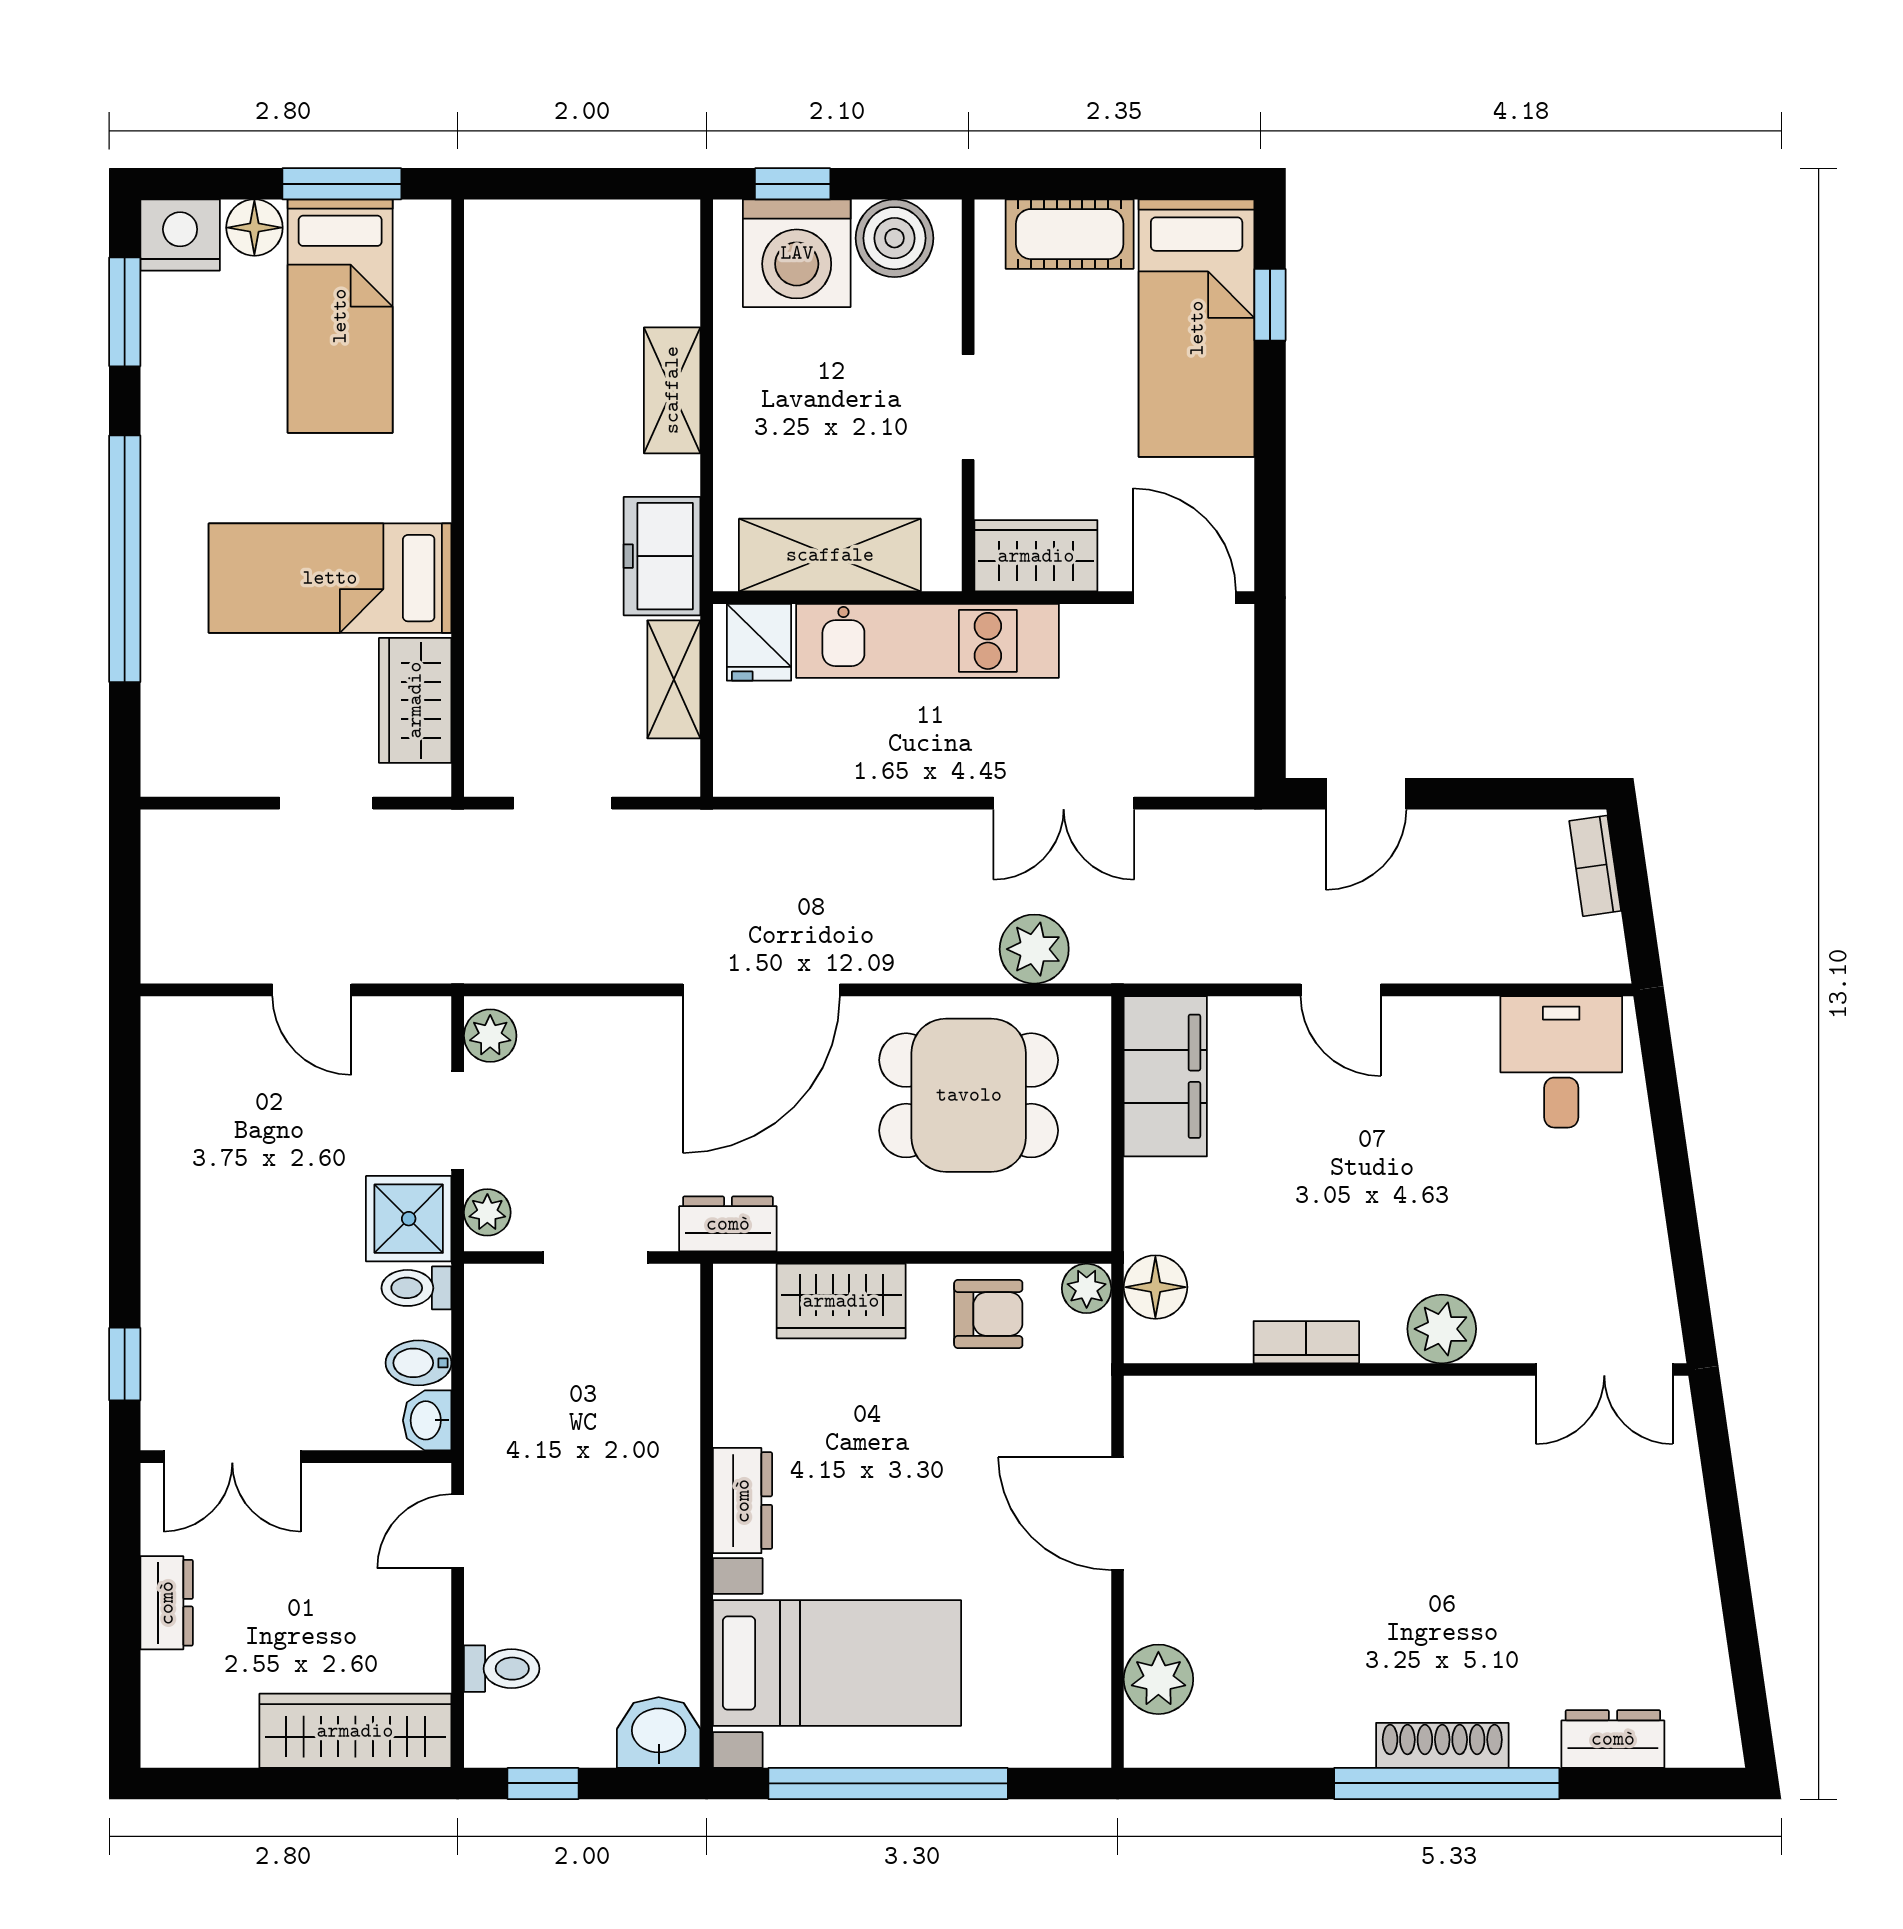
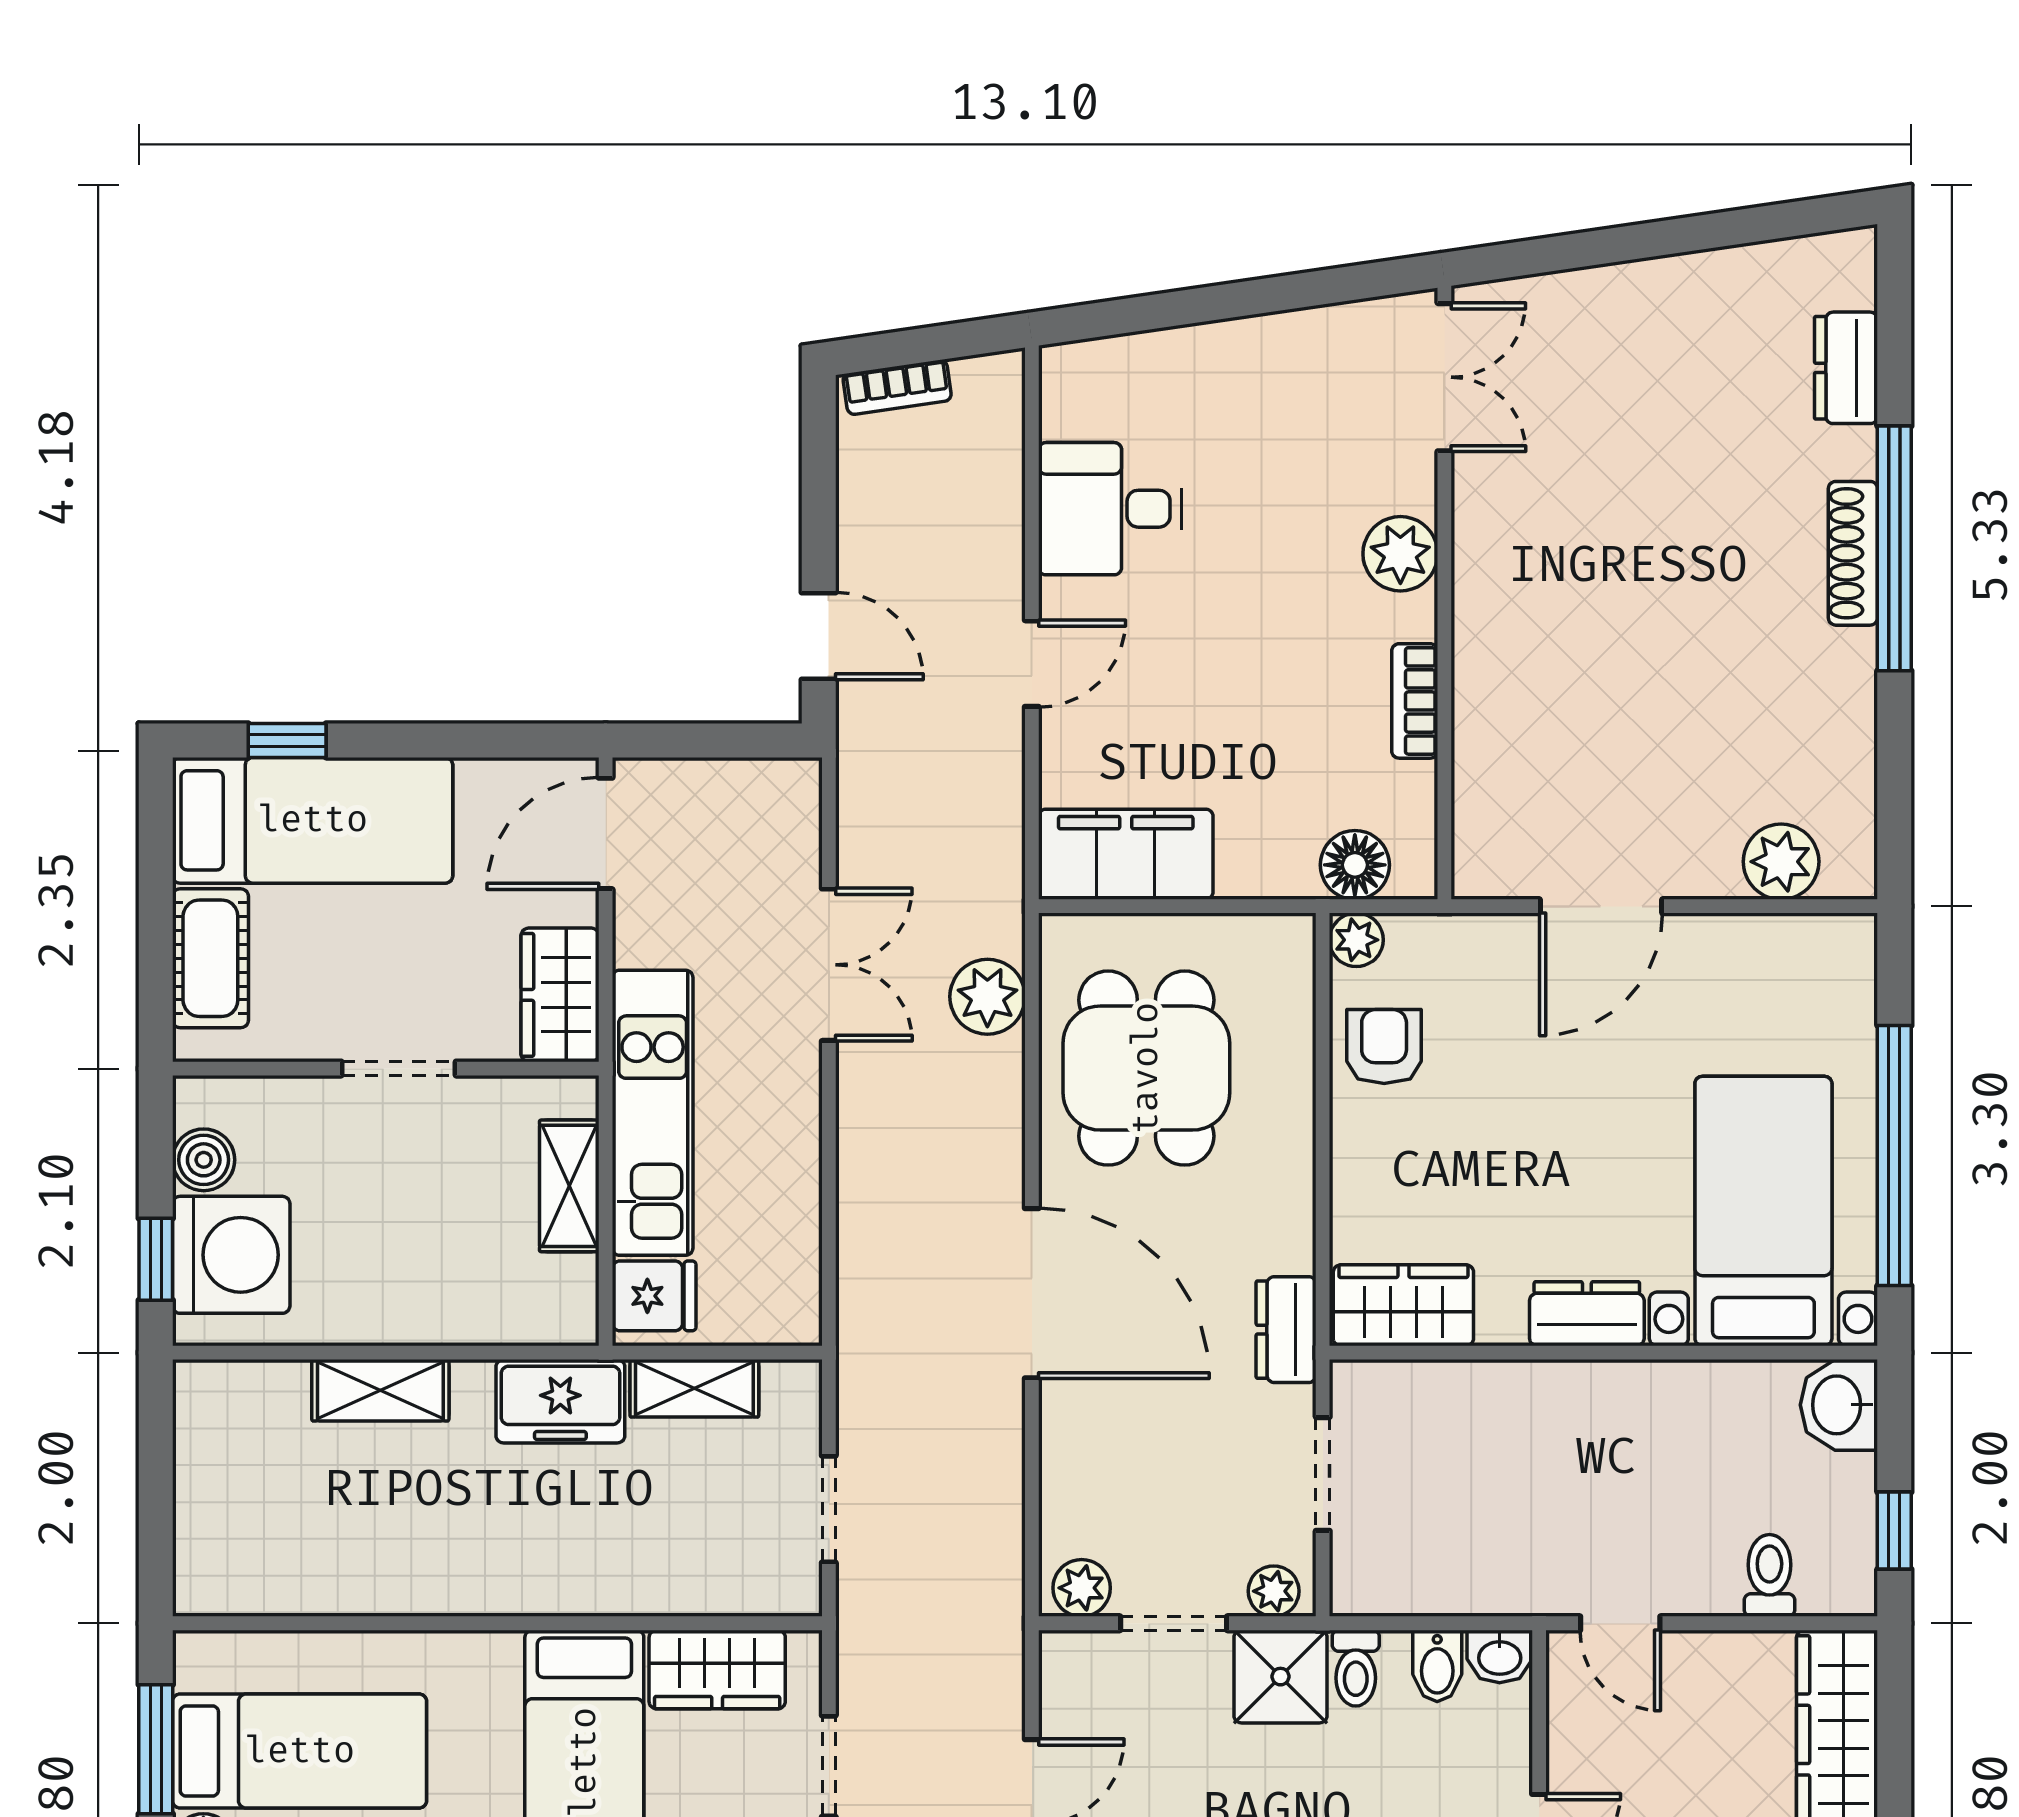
boiler: (895, 238) -> (204, 1160), width x0.73, depth x0.73
shelving: (830, 555) -> (569, 1186), width x0.67, depth x0.75
desk: (1561, 1062) -> (1110, 509), moved
wardrobe: (841, 1301) -> (1403, 1305), moved, turned -90

